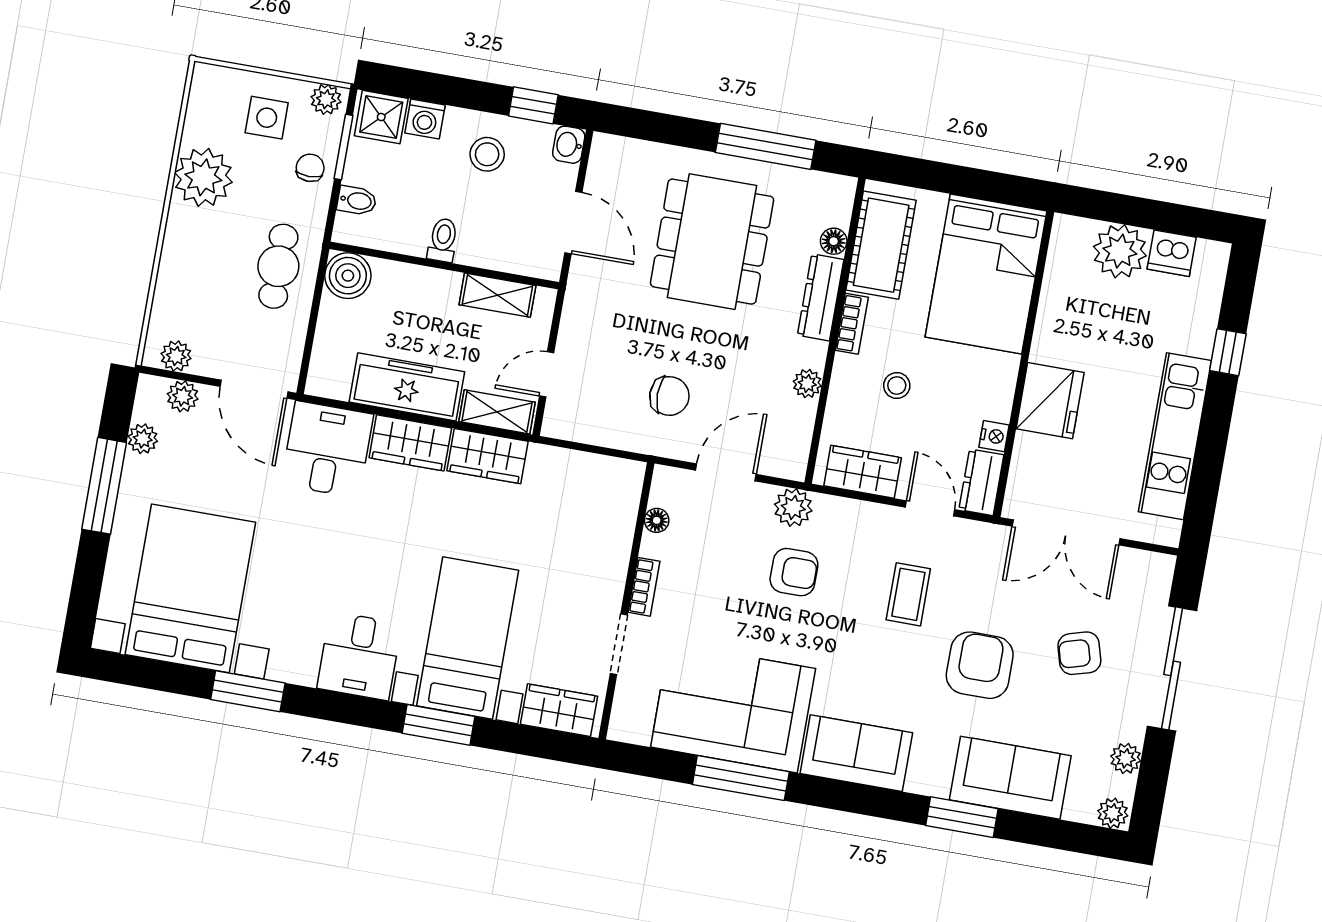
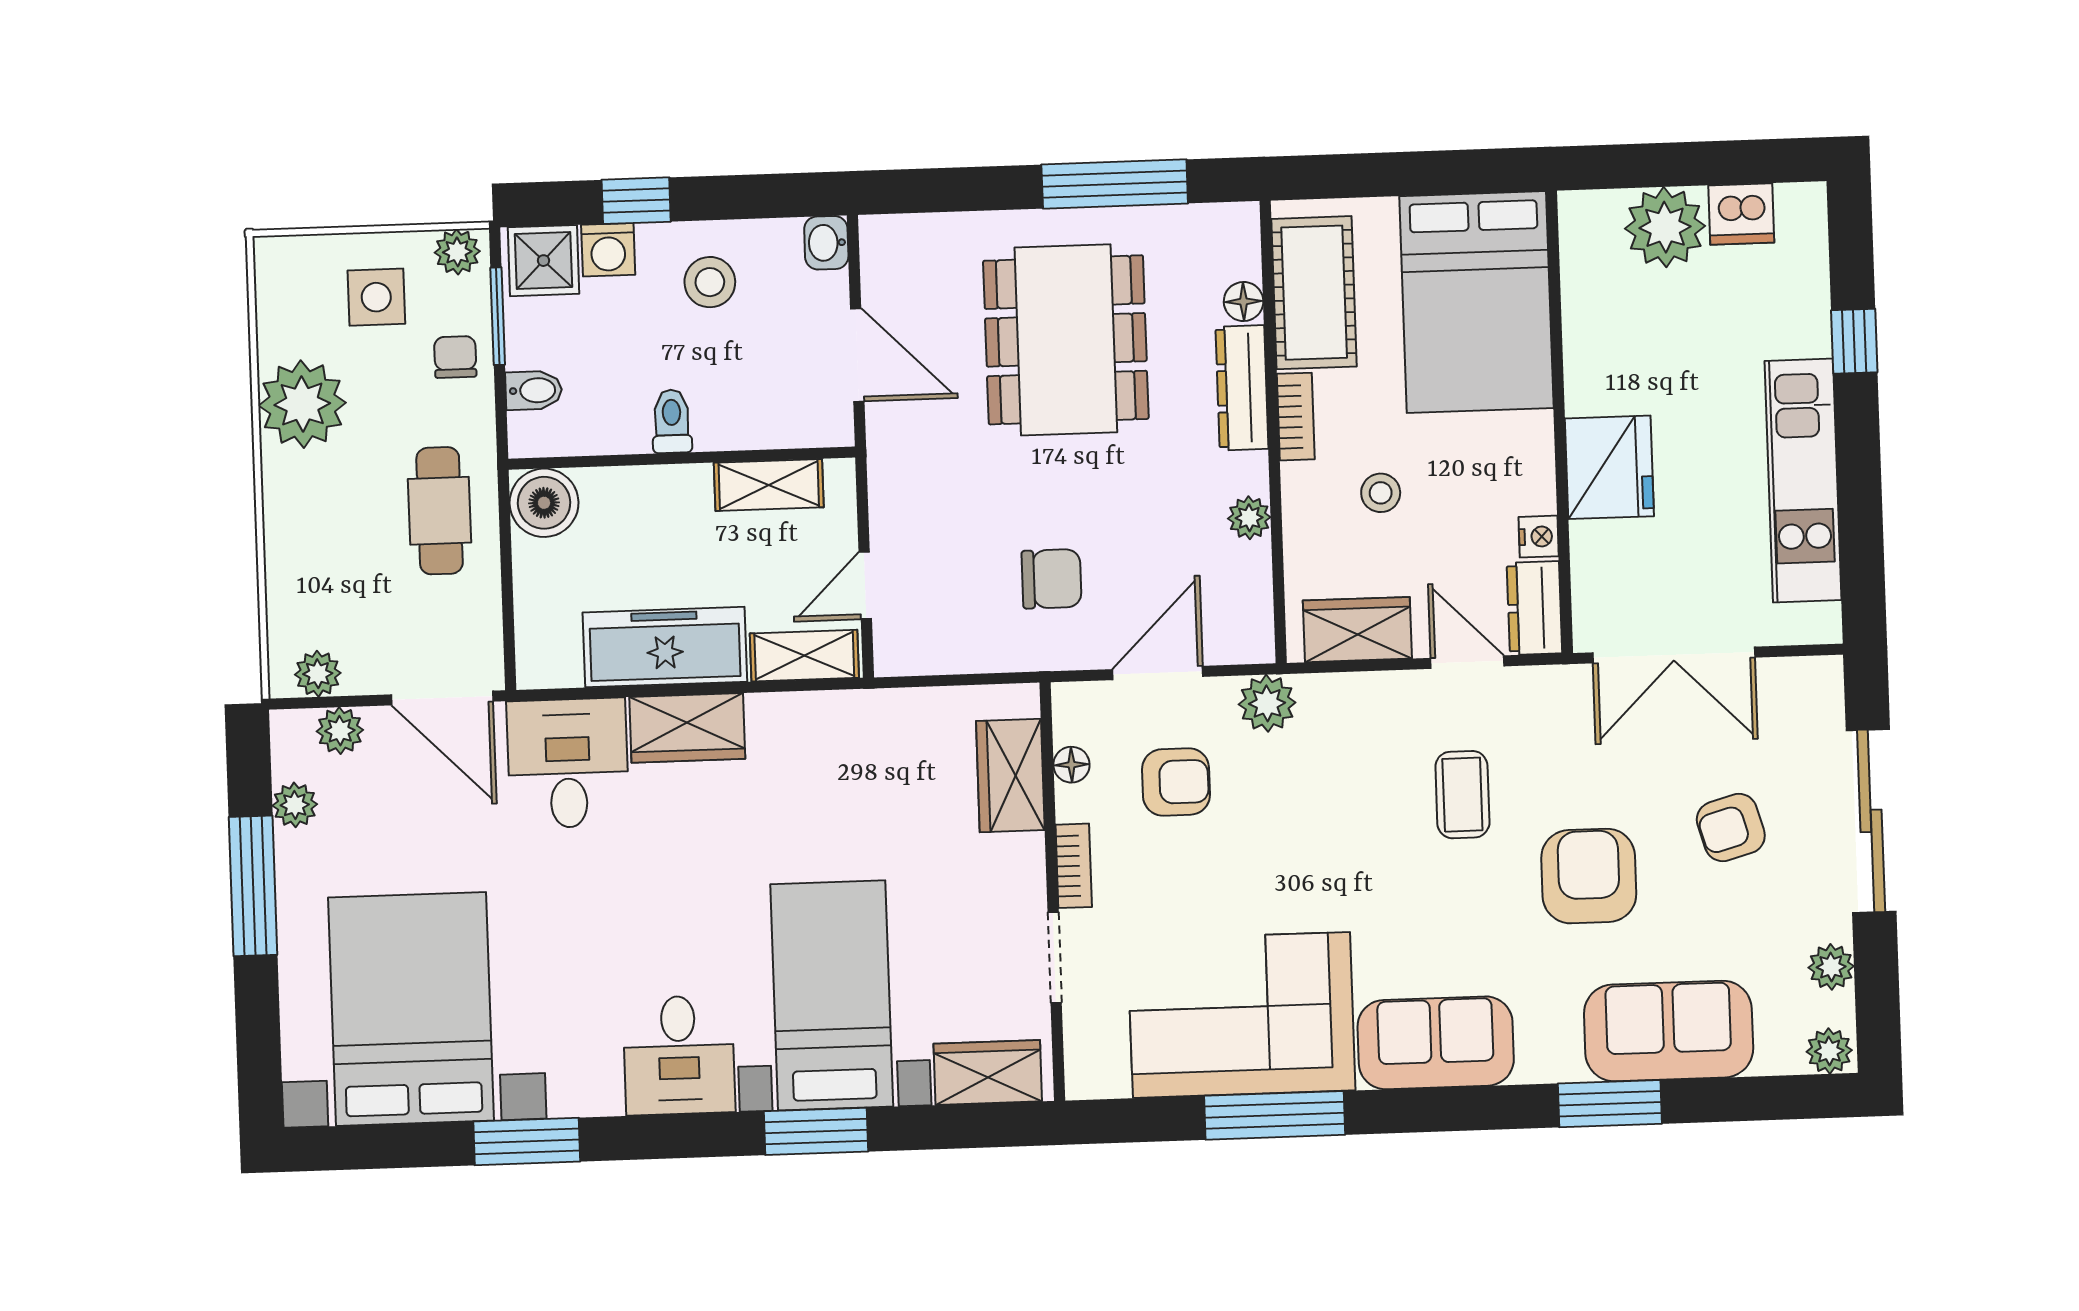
window: (533, 105) -> (636, 201), moved
wardrobe: (487, 456) -> (1010, 776), moved, turned 90
armchair: (794, 572) -> (1176, 782), moved

